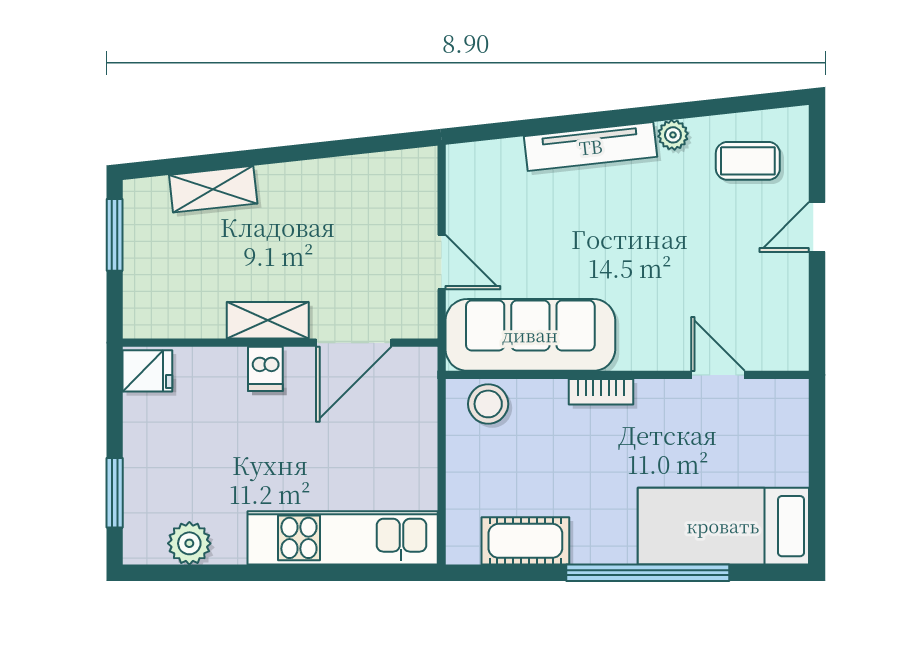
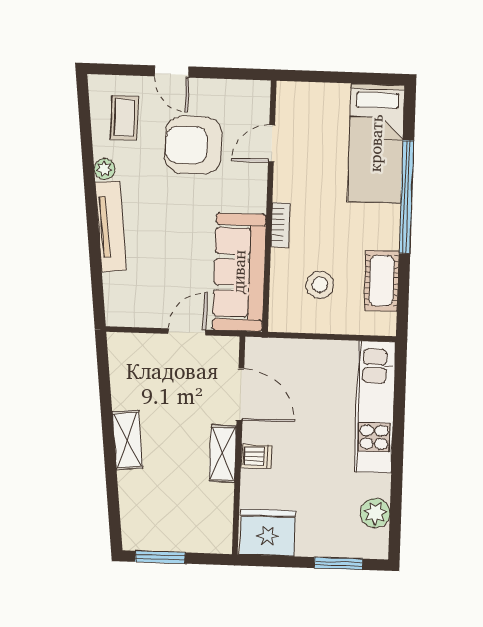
shelving: (213, 189) -> (127, 440), moved
armchair: (712, 262) -> (193, 145), added
fridge: (147, 371) -> (268, 532), width x1.88, depth x1.34
stool: (488, 404) -> (320, 285), moved

